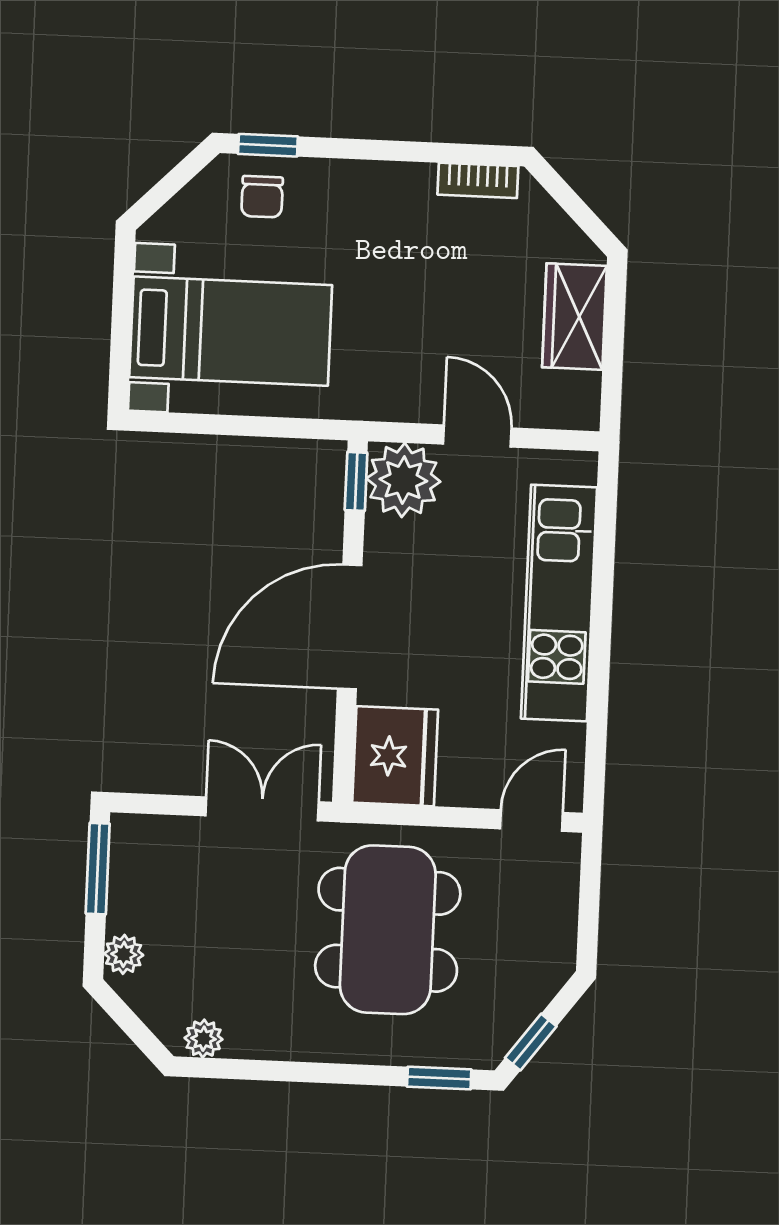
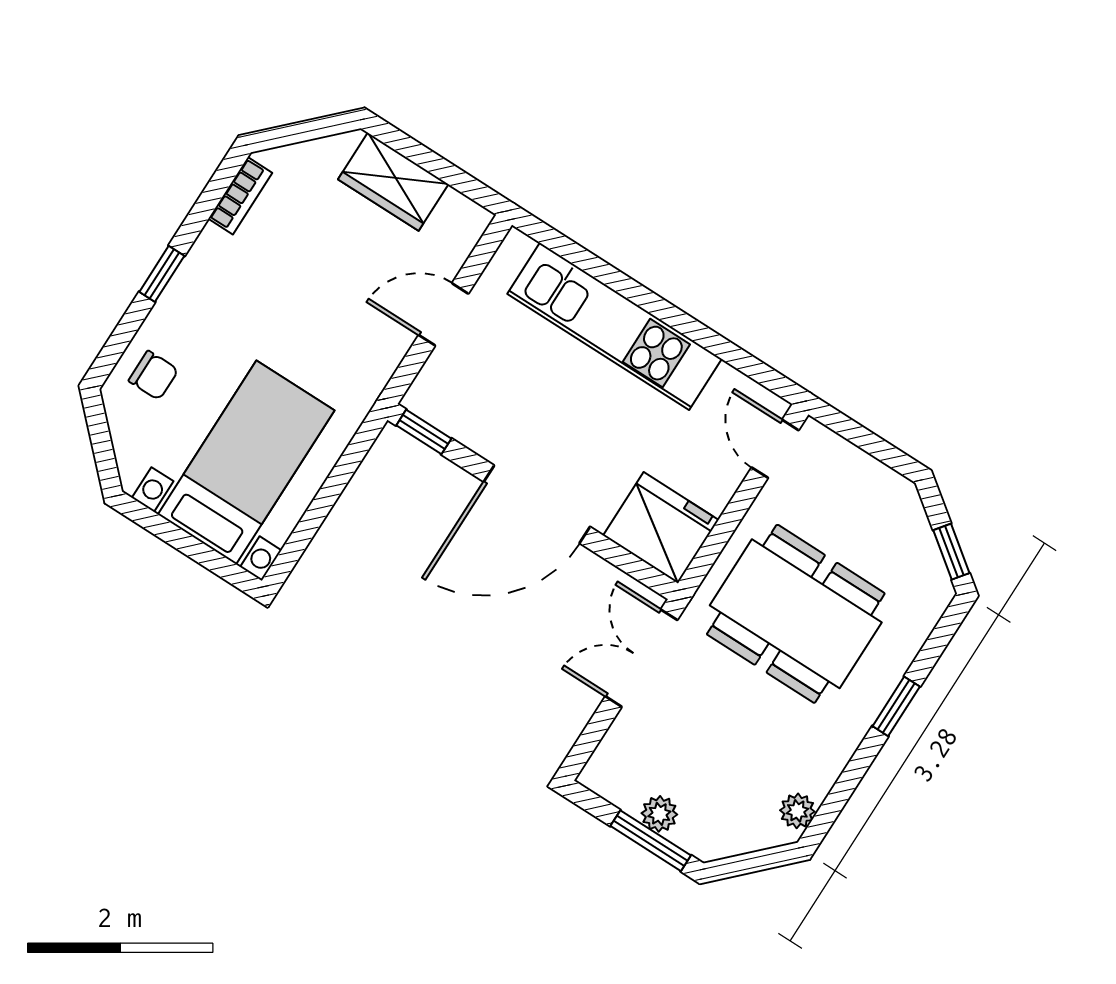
window: (268, 145) -> (162, 274), moved
plant: (403, 480) -> (445, 394), removed
door: (350, 627) -> (537, 504), hinge flipped
window: (98, 869) -> (651, 841), moved
plant: (124, 954) -> (659, 814), moved
window: (439, 1078) -> (896, 706), moved

